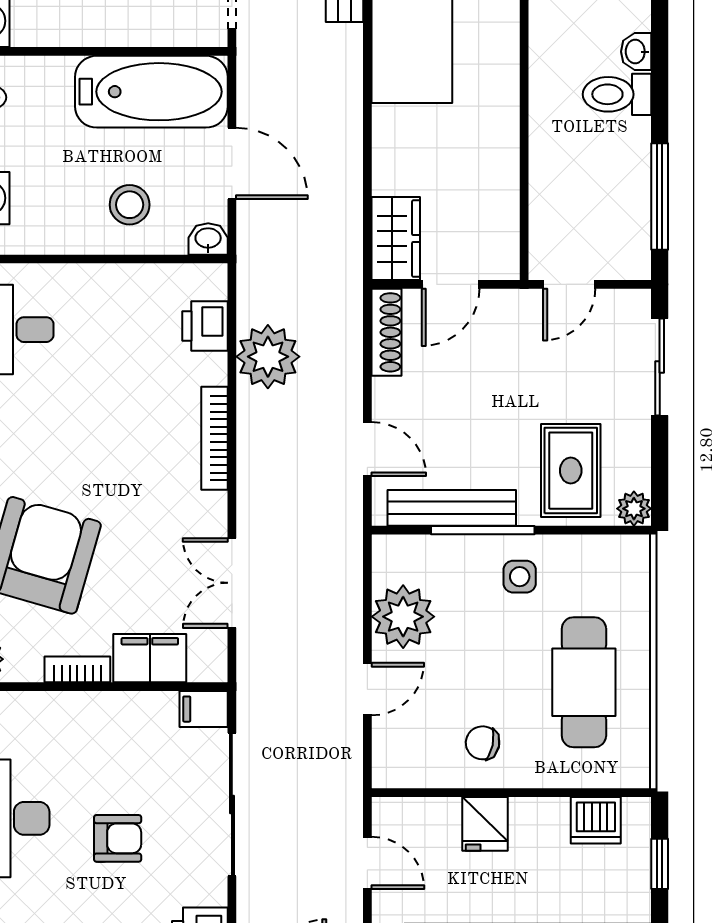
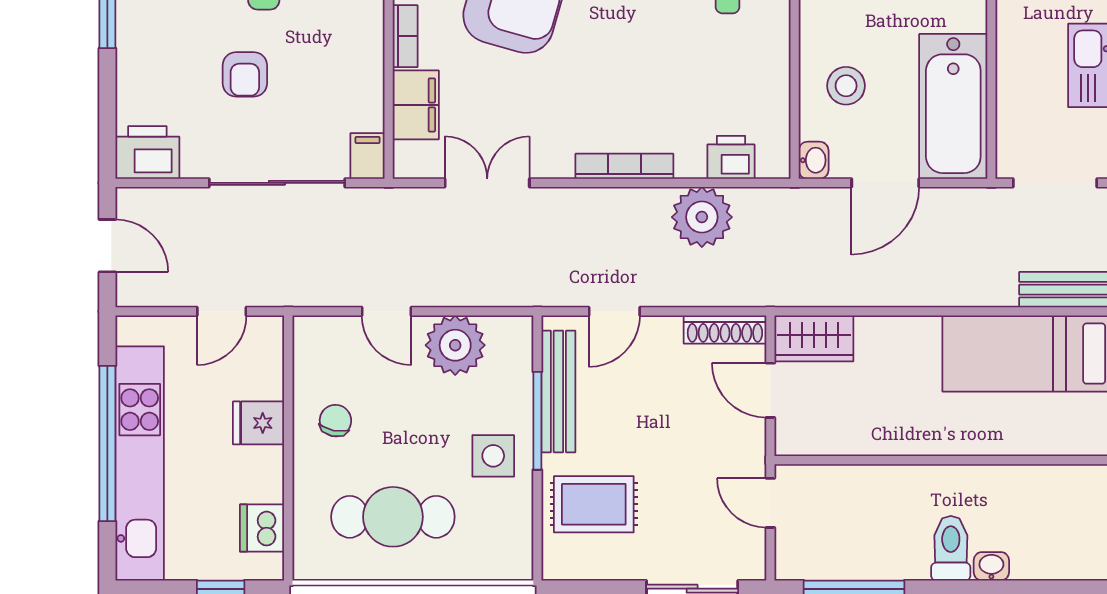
plant: (634, 509) -> (558, 564), removed
side table: (520, 577) -> (493, 456), width x1.37, depth x1.37

